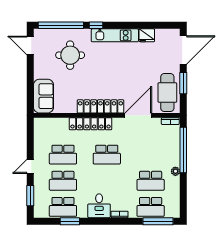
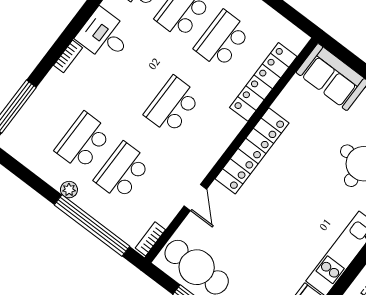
door: (138, 115) -> (195, 198), width x0.53
locker: (91, 124) -> (263, 82), moved
school desk: (151, 207) -> (122, 171), moved

